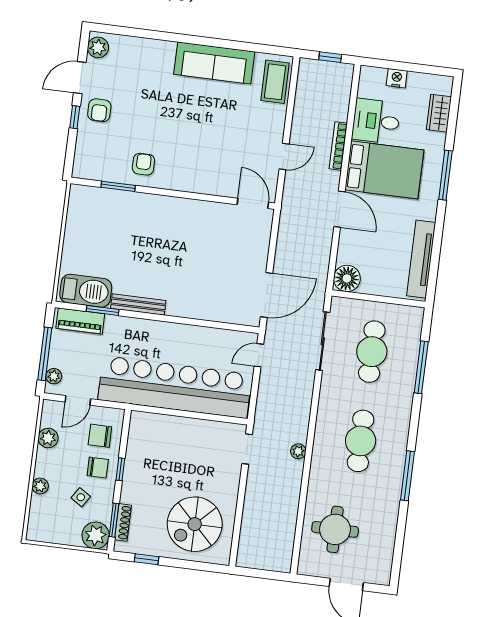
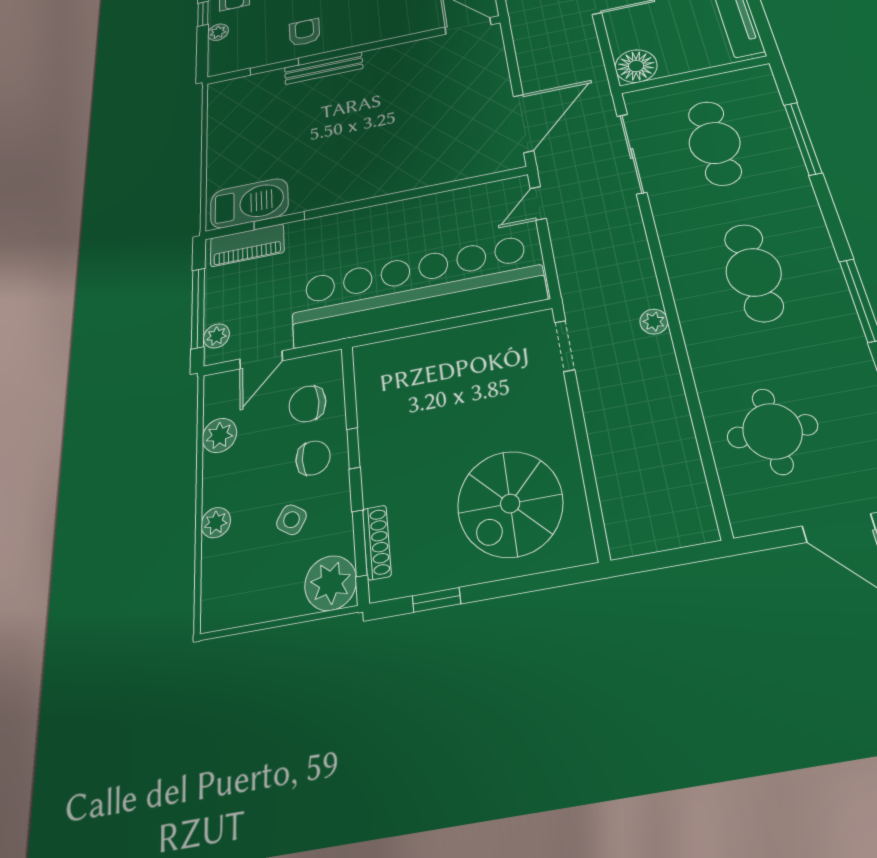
plant: (83, 139) -> (218, 32), added
bench: (138, 304) -> (324, 68), moved

